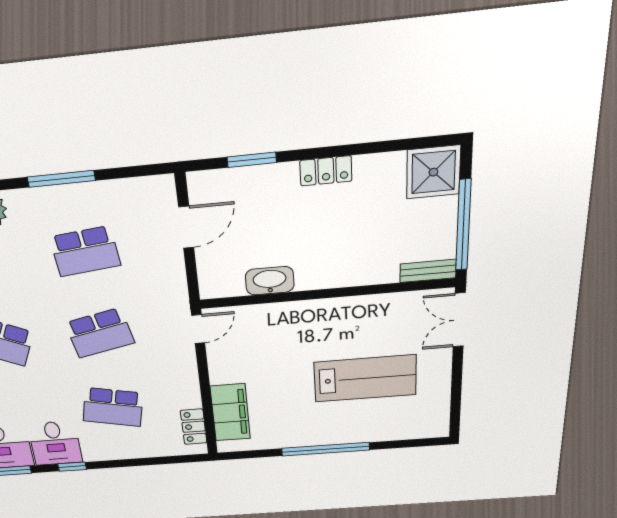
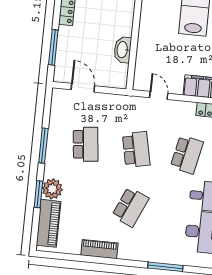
window: (252, 160) -> (53, 47), width x1.44
door: (198, 329) -> (159, 95), moved

